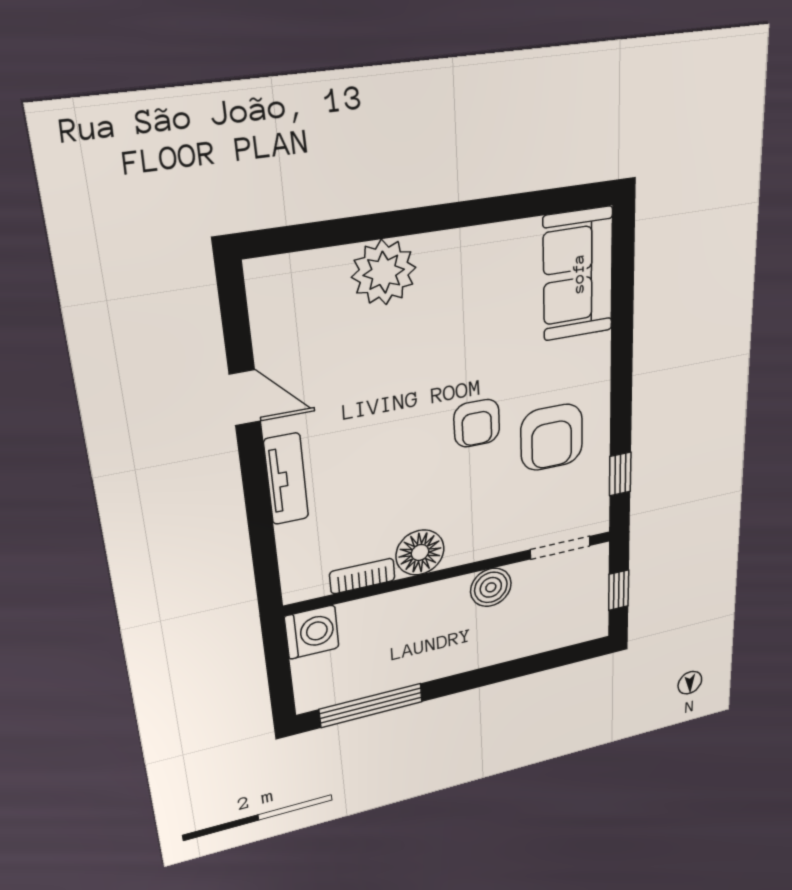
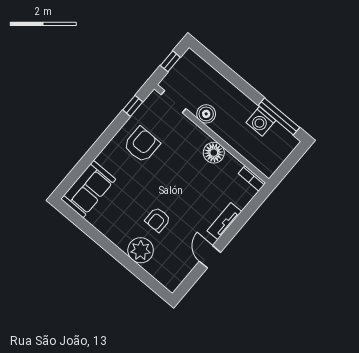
armchair: (477, 423) -> (158, 220), moved, turned 180
bookcase: (362, 576) -> (252, 178), moved
washing machine: (312, 632) -> (261, 121), moved, turned -90

